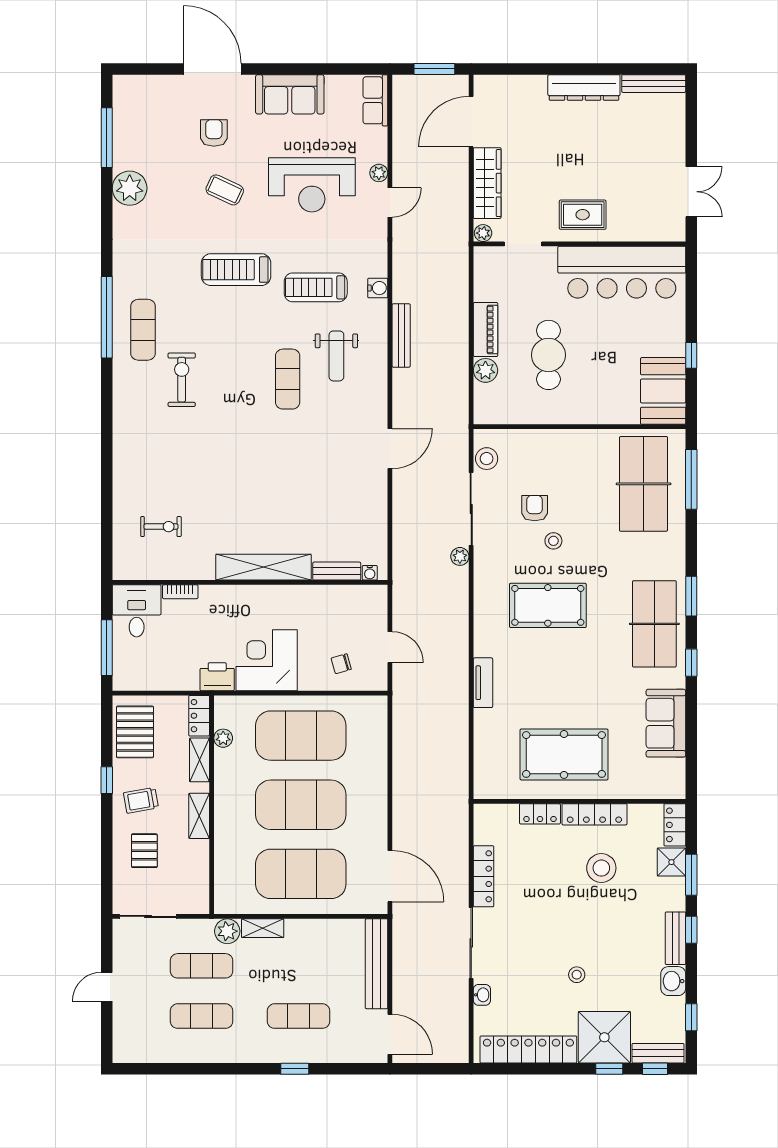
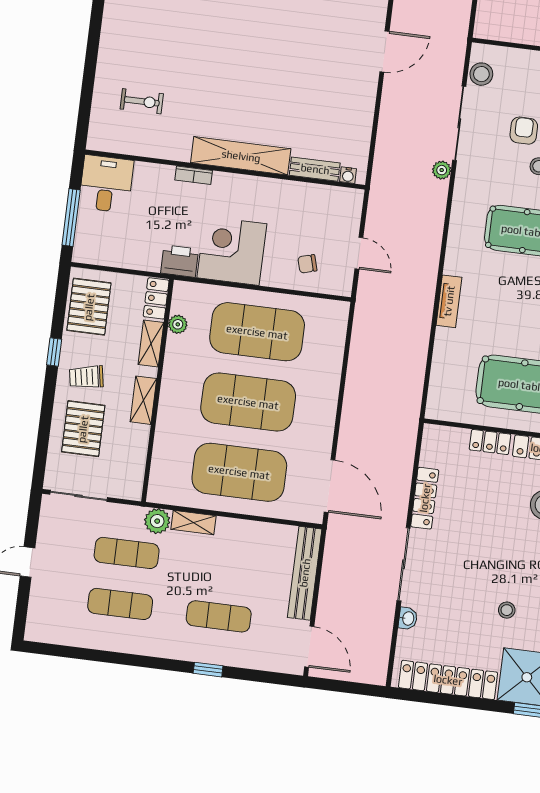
bookcase: (180, 592) -> (194, 175), moved
pallet: (144, 851) -> (83, 429), width x1.50, depth x1.42

